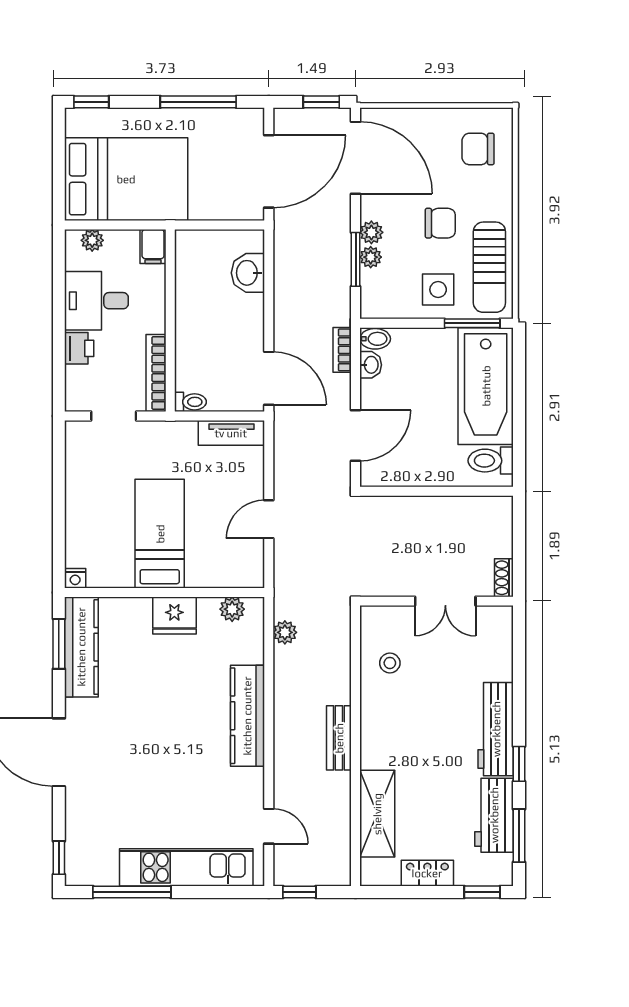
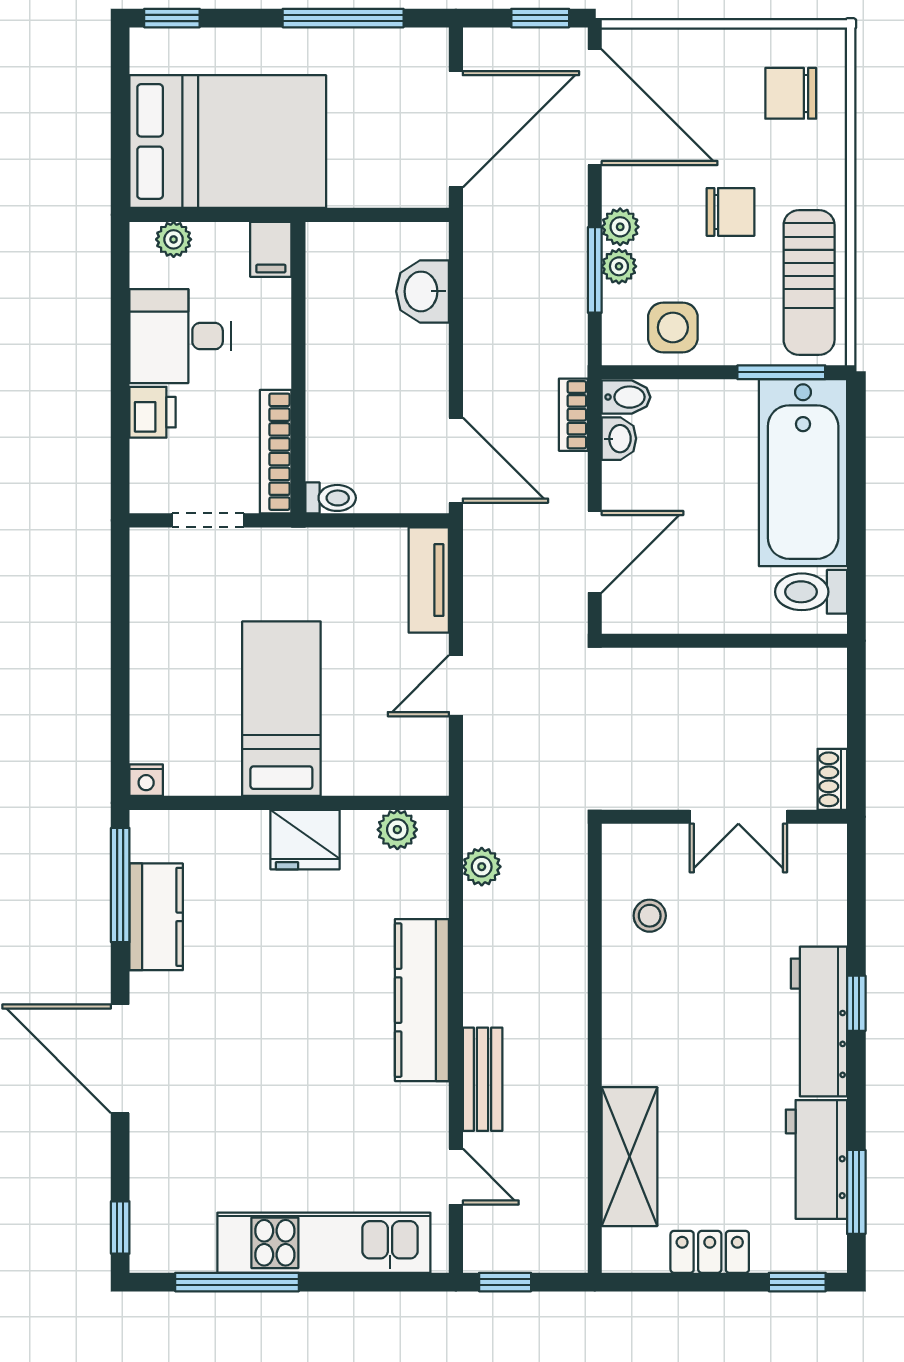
side table: (438, 290) -> (673, 327), moved
tv unit: (231, 433) -> (429, 580), moved, turned 90
window: (59, 644) -> (120, 885), width x1.44
kitchen counter: (81, 647) -> (156, 917), width x0.67
bench: (339, 738) -> (483, 1079), moved
window: (519, 764) -> (856, 1003), moved

